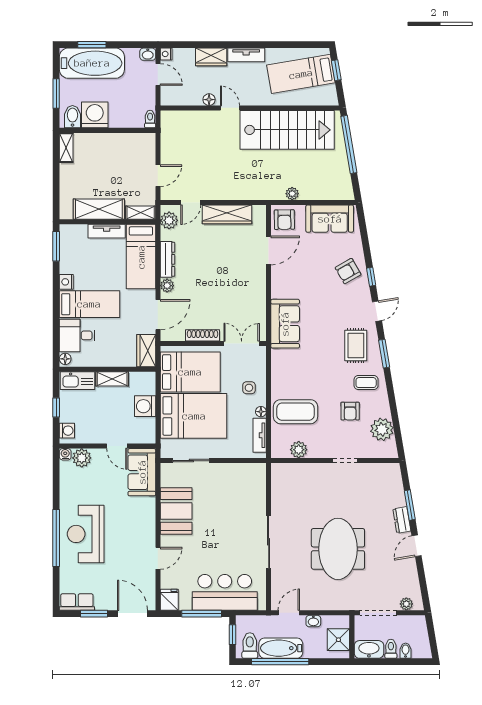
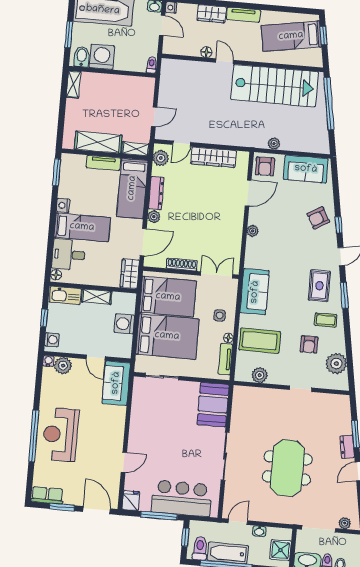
plant: (277, 292) -> (253, 231), added
sofa: (285, 324) -> (255, 292), moved
booth: (176, 511) -> (213, 405), moved

